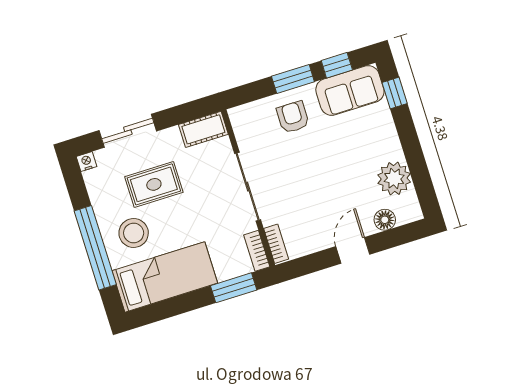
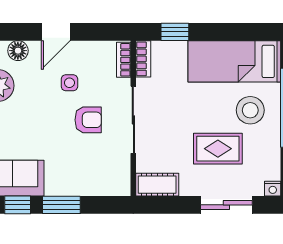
armchair: (293, 117) -> (88, 120), moved, turned -90
side table: (323, 204) -> (69, 83), added
window: (234, 288) -> (175, 32), width x0.67

